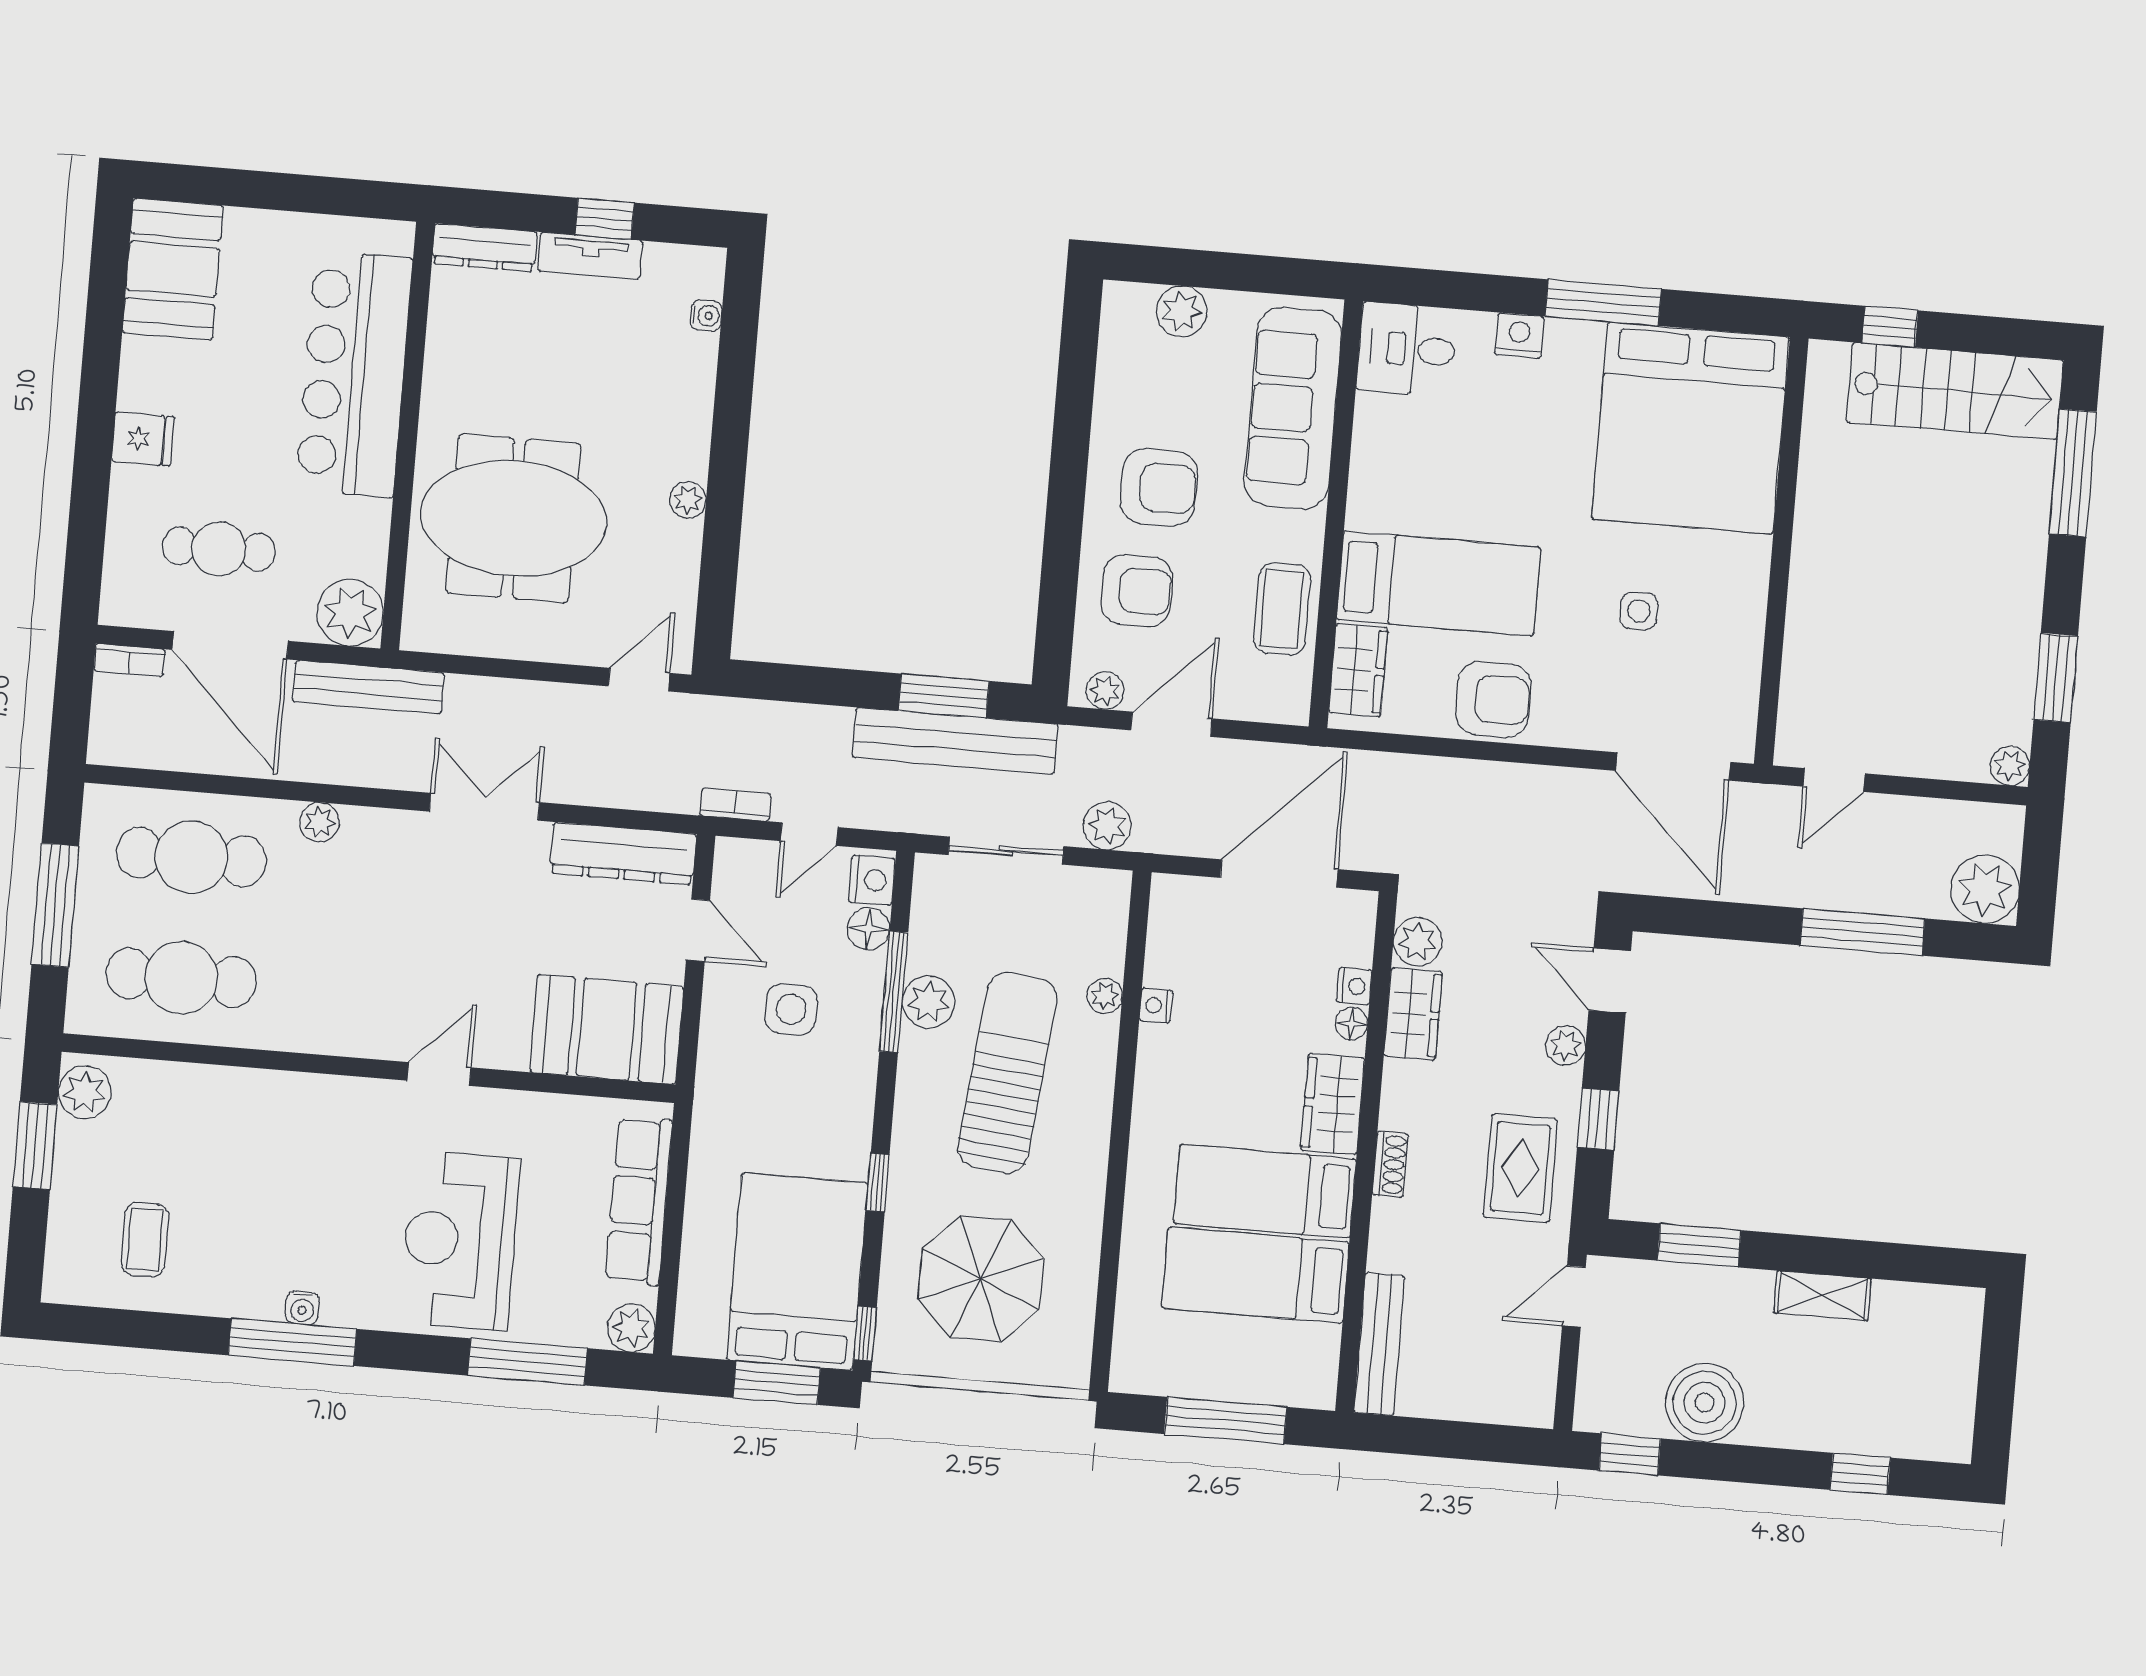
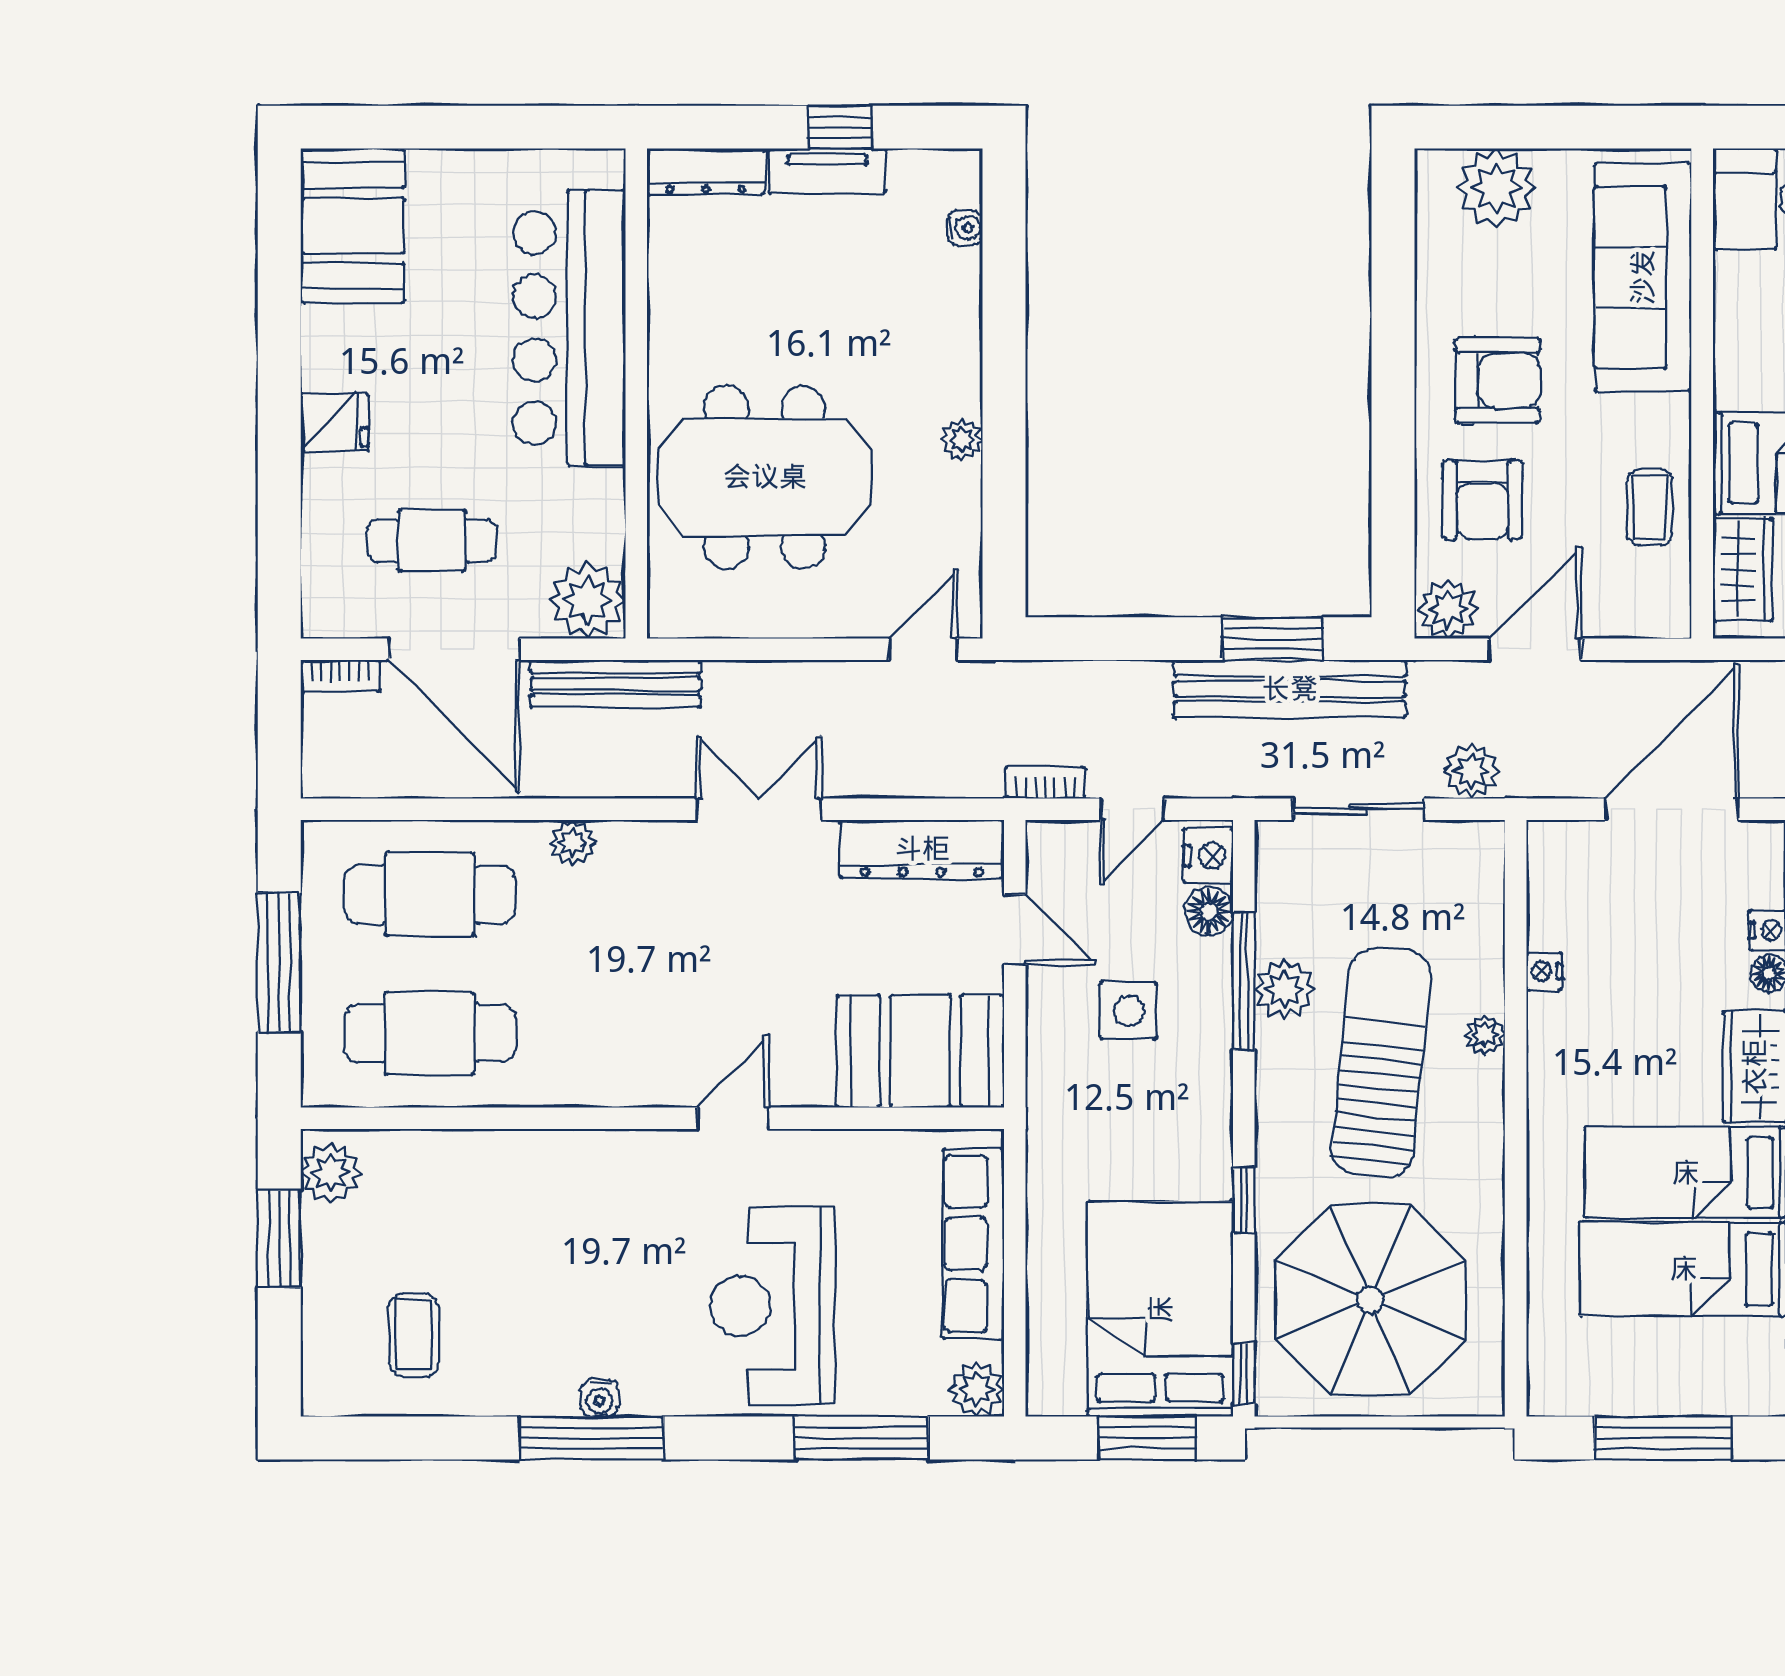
plant: (1182, 311) -> (1496, 188), width x1.36, depth x1.36
armchair: (1137, 591) -> (1482, 500), turned 90
coffee table: (1282, 609) -> (1650, 507), width x0.73, depth x0.77
plant: (1105, 691) -> (1448, 609), width x1.38, depth x1.38
plant: (1105, 996) -> (1485, 1035), moved
parasol: (981, 1279) -> (1370, 1300), width x1.36, depth x1.36

